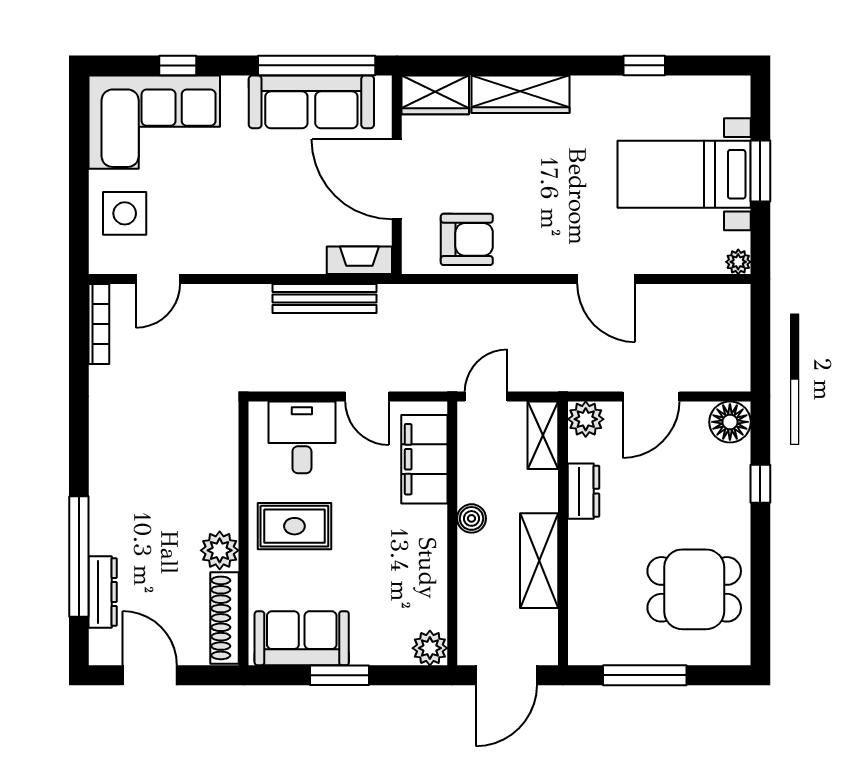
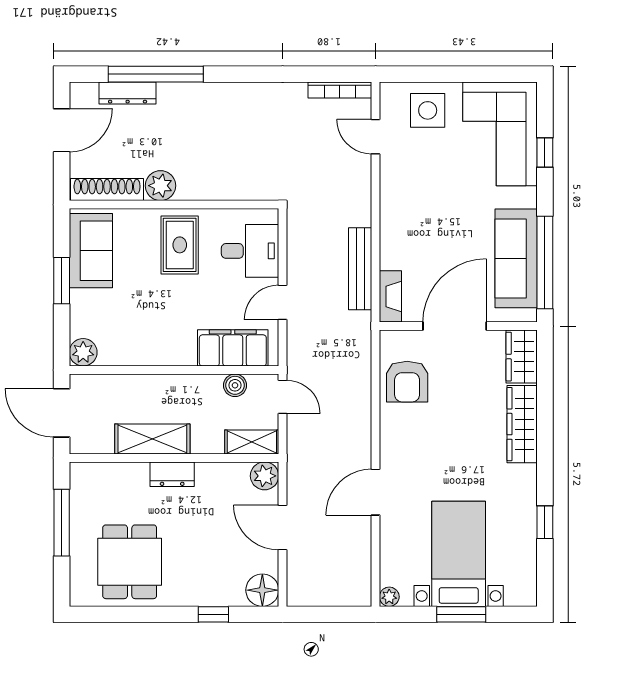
dresser: (584, 491) -> (172, 474), moved
boiler: (472, 518) -> (235, 385), moved

